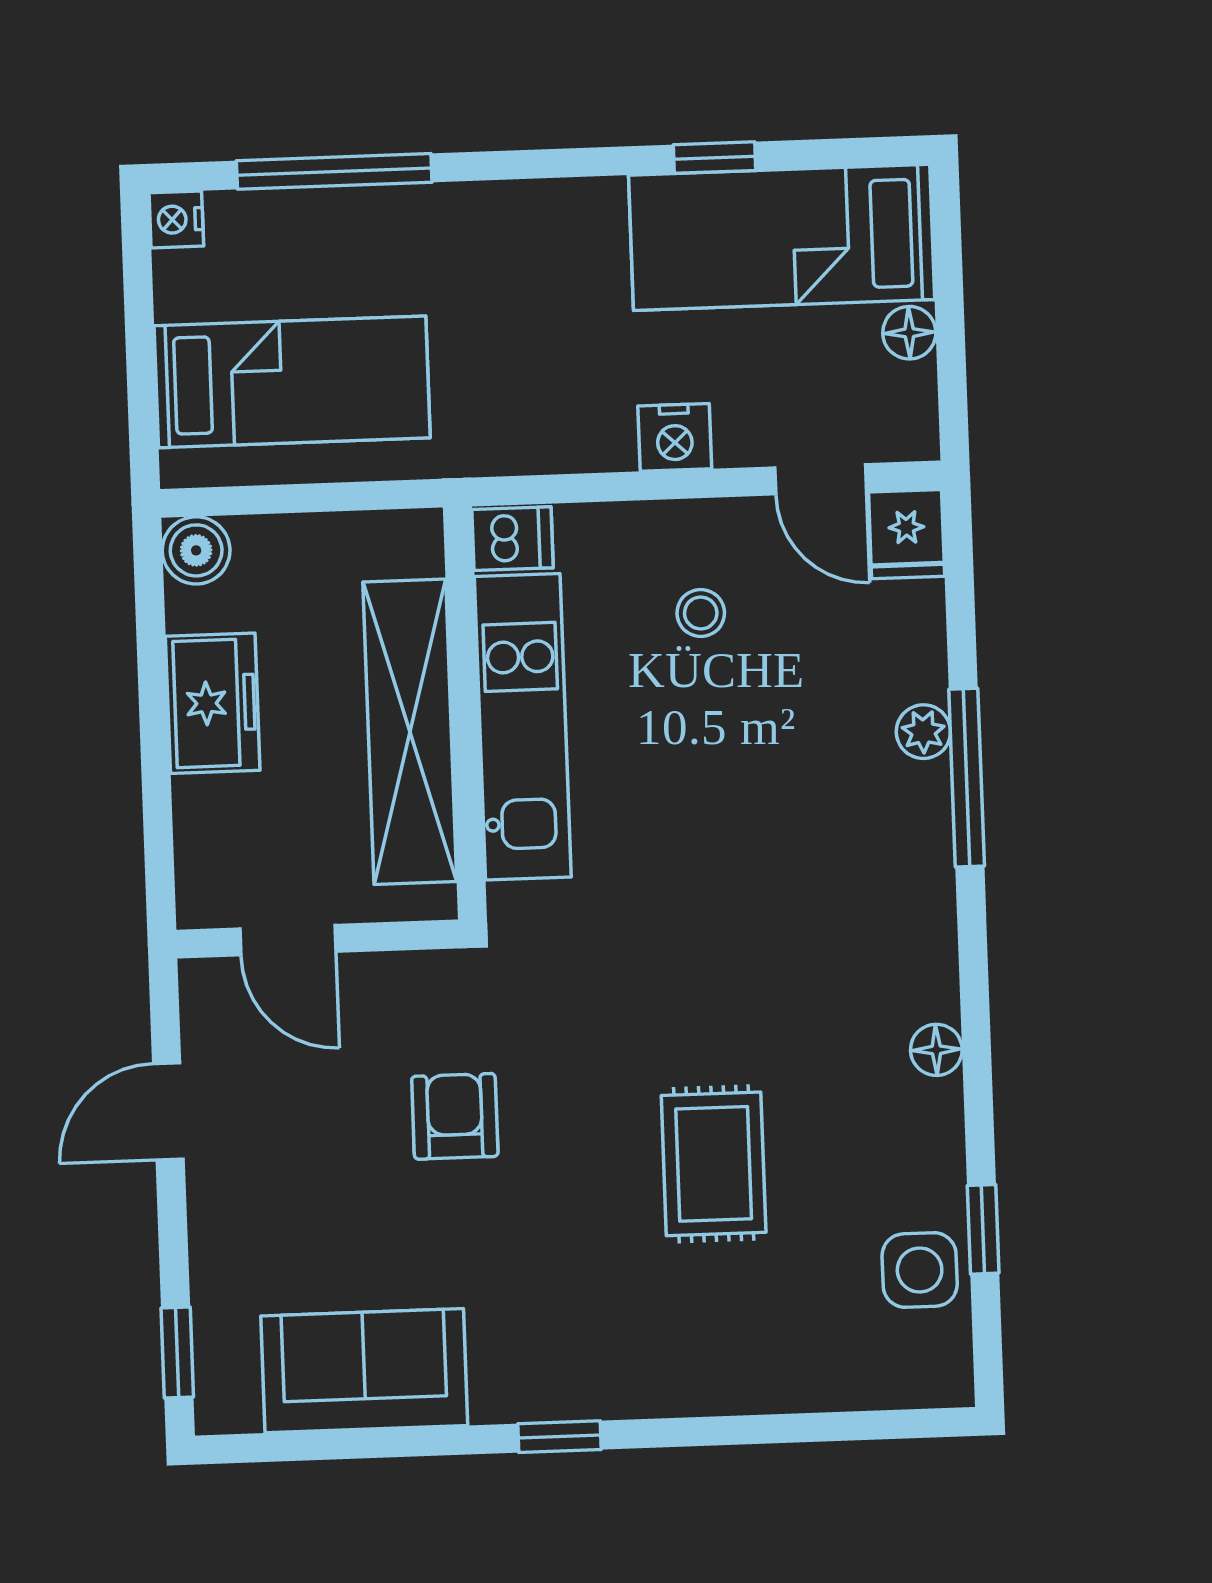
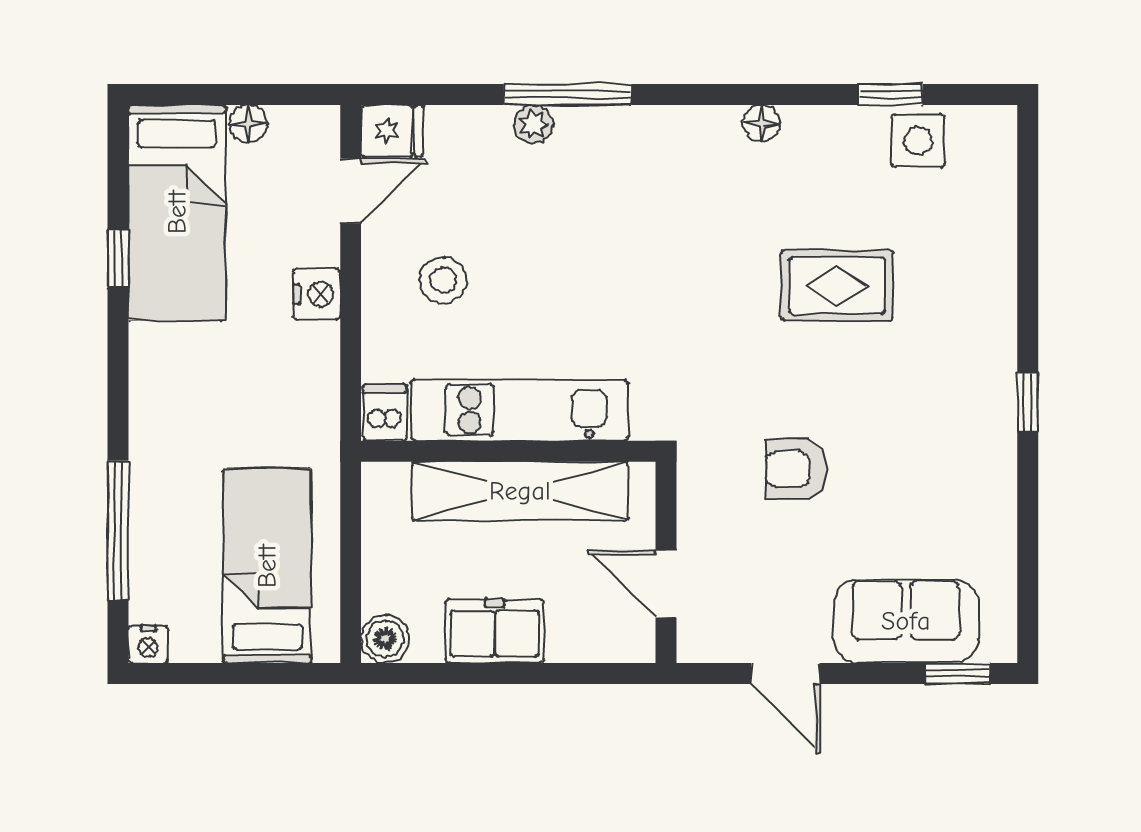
stool: (701, 613) -> (443, 280), width x1.37, depth x1.37
door: (288, 940) -> (666, 584), swing flipped
sofa: (364, 1371) -> (906, 621), moved, turned 90

